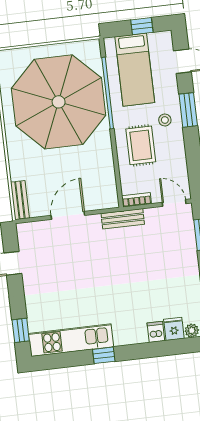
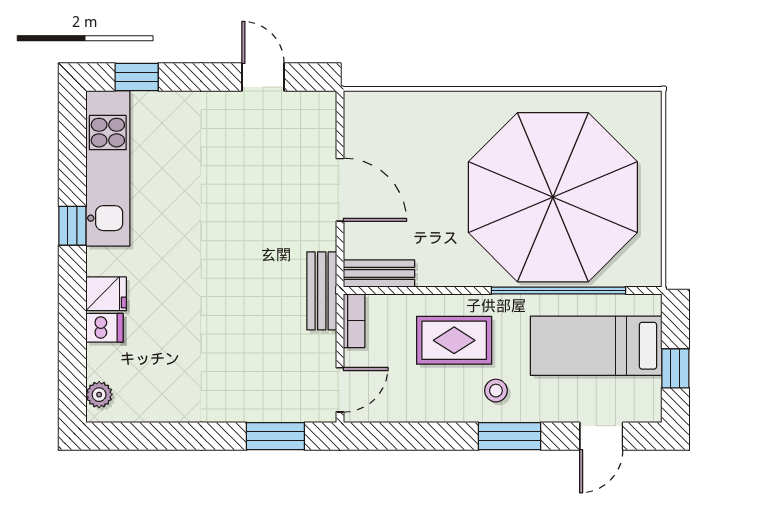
bench: (20, 200) -> (379, 273), moved
fridge: (174, 329) -> (106, 294), moved

